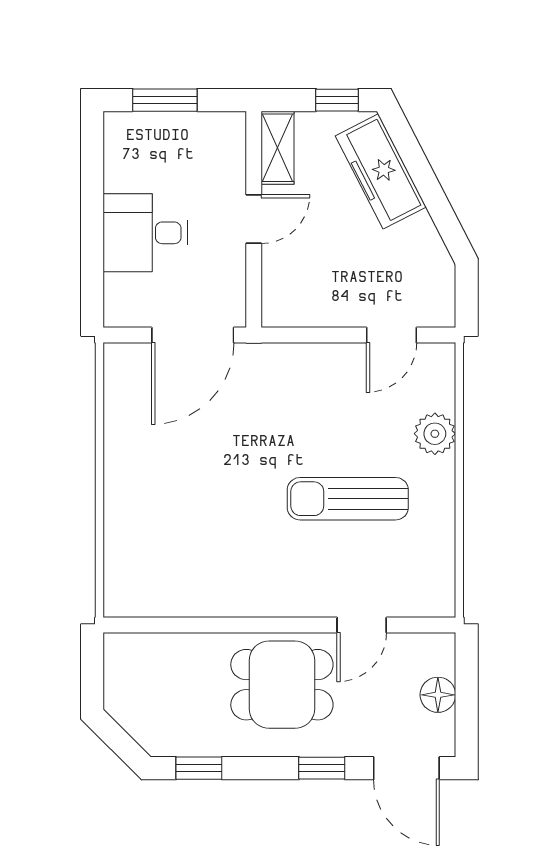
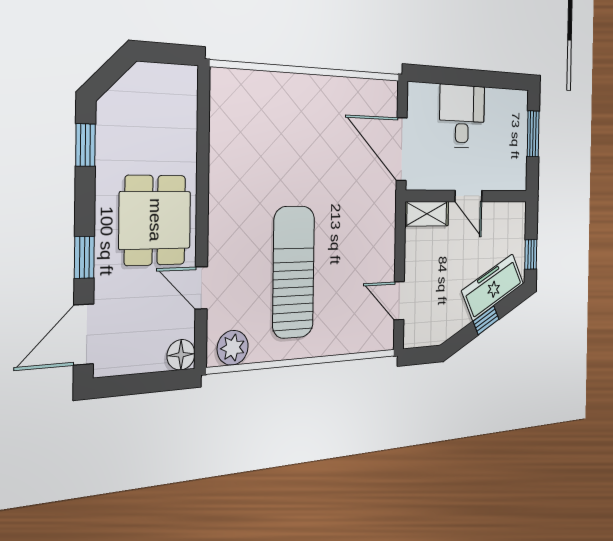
shelving: (278, 148) -> (427, 214), moved
window: (426, 183) -> (486, 320), added
plant: (435, 434) -> (233, 348), moved
sun lounger: (348, 499) -> (294, 272), width x1.36, depth x1.34
floor lamp: (438, 695) -> (181, 355), moved

